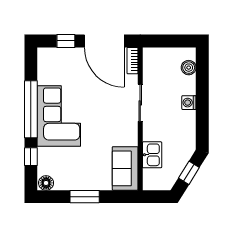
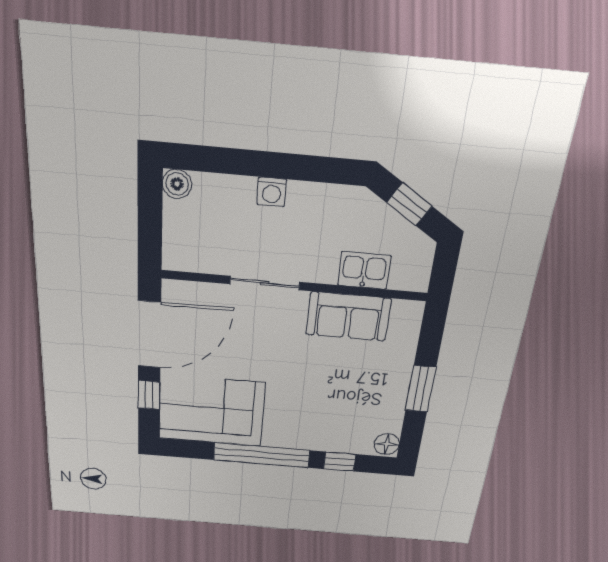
bookcase: (133, 61) -> (186, 290), removed
boiler: (189, 68) -> (177, 184), moved
corner sofa: (59, 116) -> (211, 411), moved
sofa: (125, 168) -> (348, 317), moved

